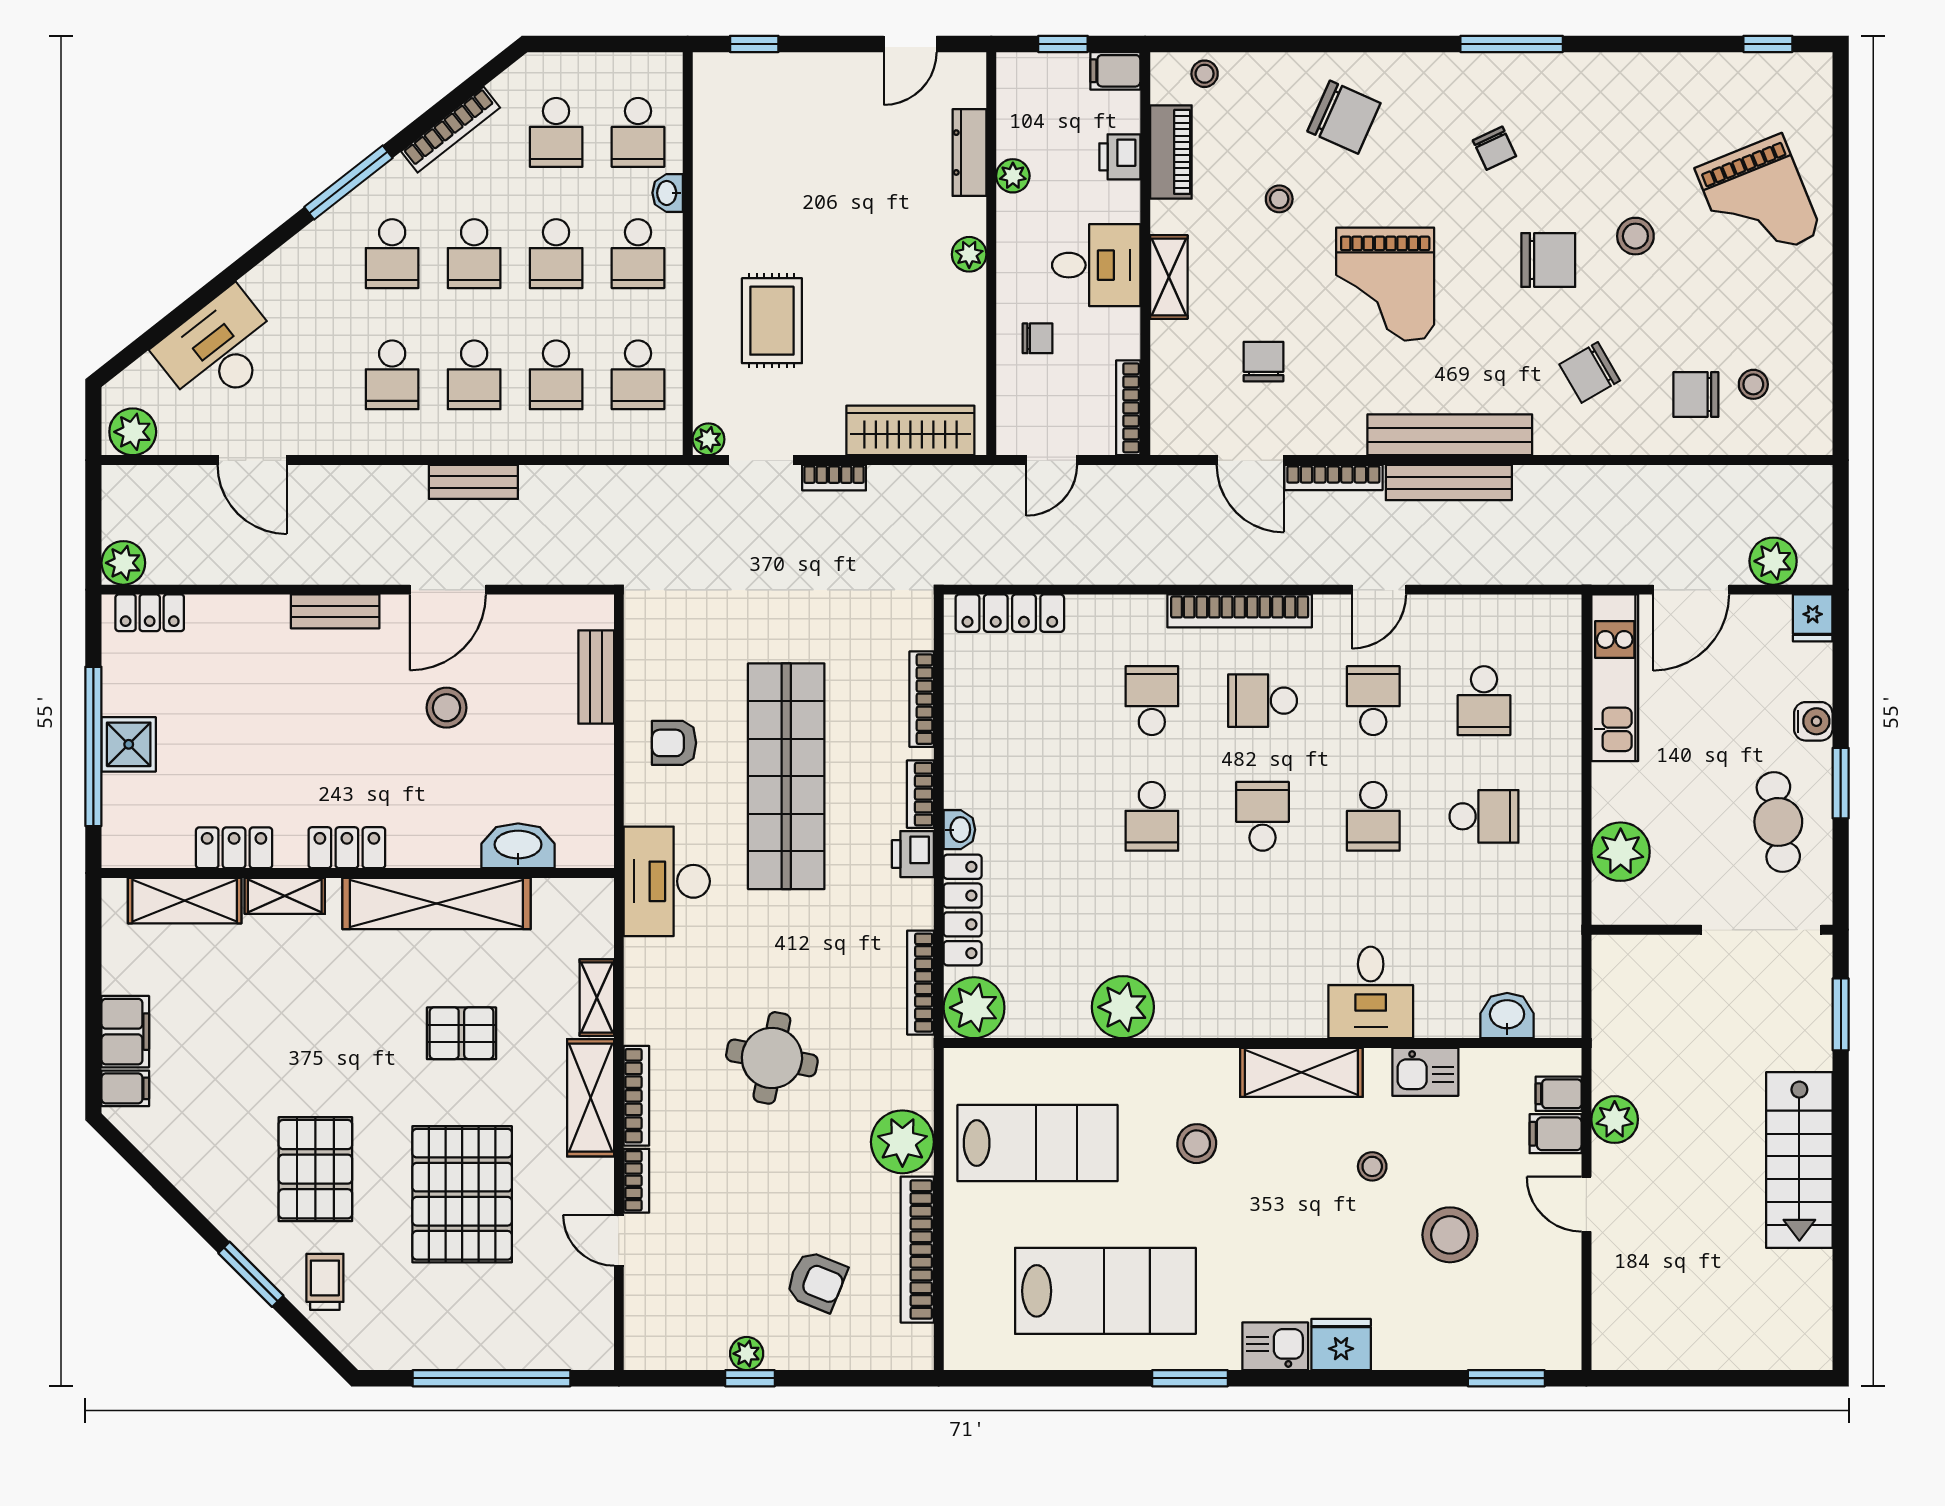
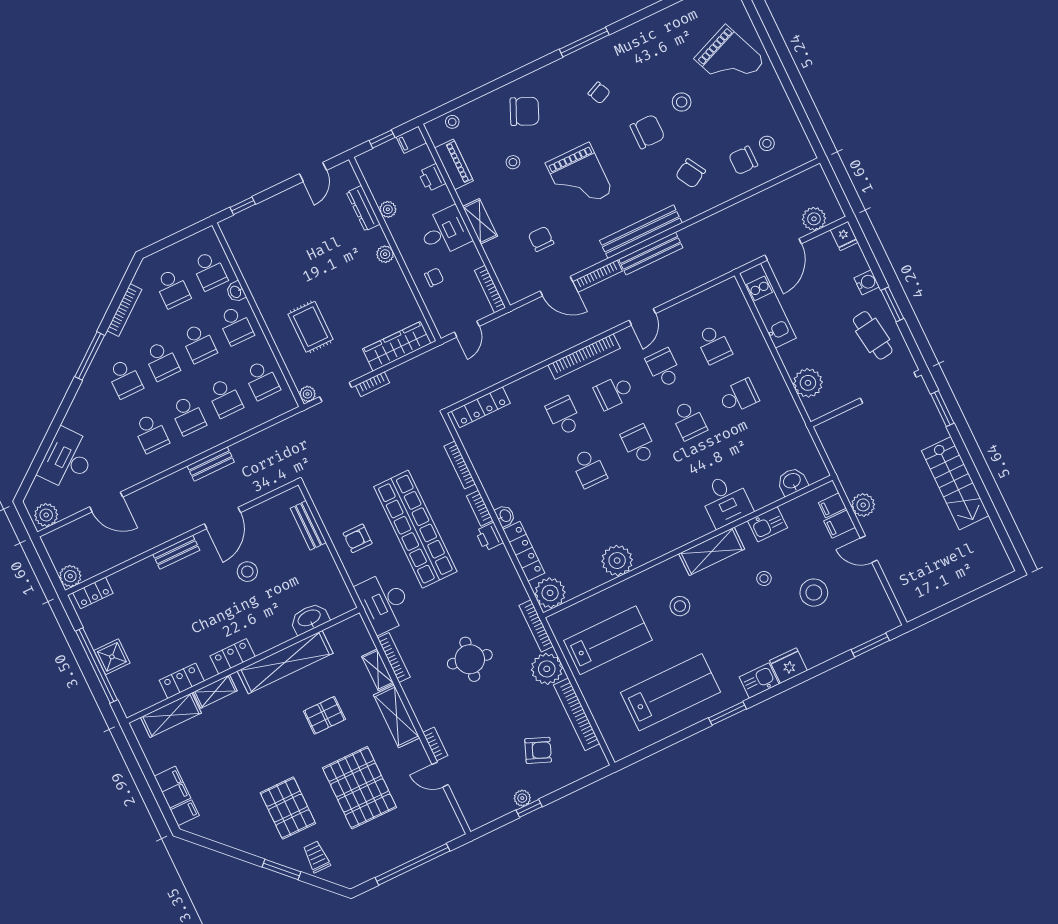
bookcase: (921, 983) -> (536, 626), moved
bookcase: (636, 1096) -> (394, 657), moved

